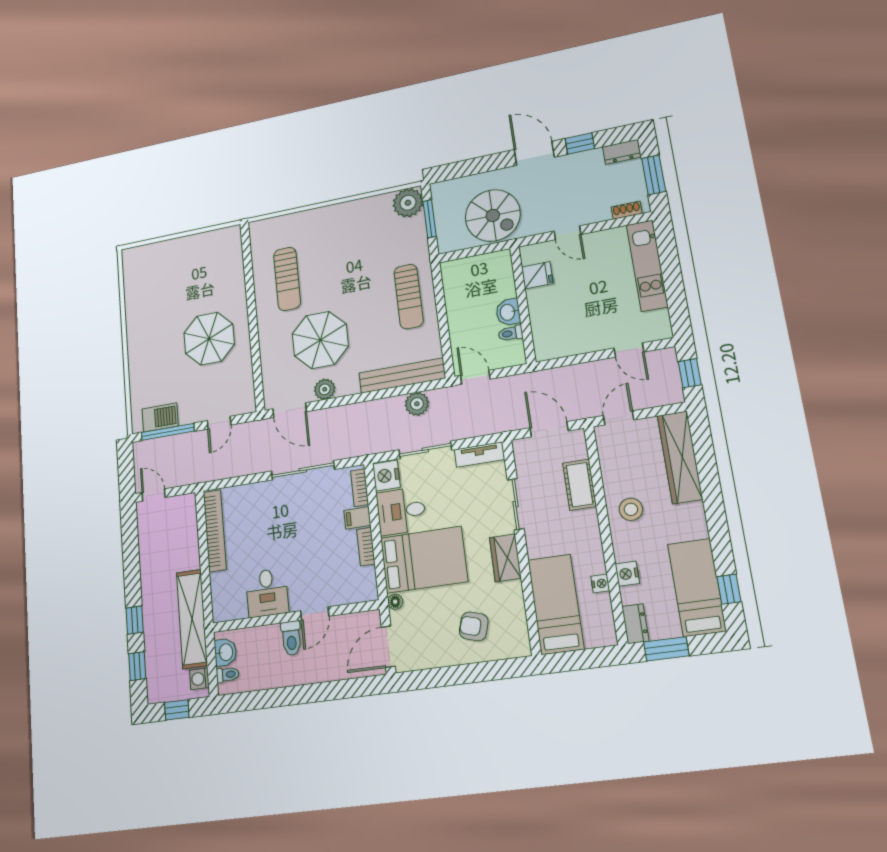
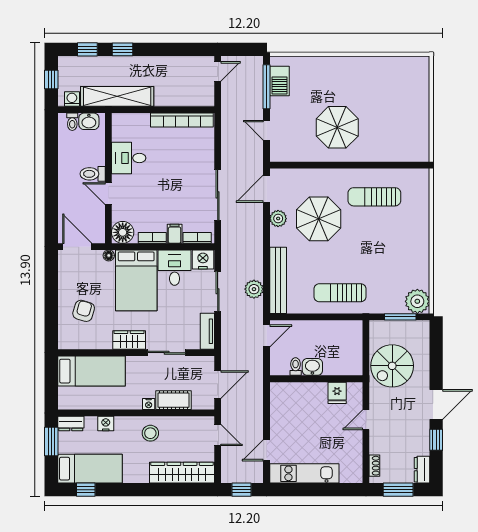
kitchen unit: (647, 266) -> (304, 473), moved
nightstand: (600, 584) -> (149, 404), moved
floor lamp: (363, 587) -> (123, 232), added

